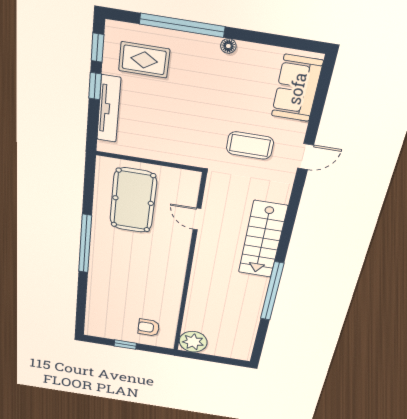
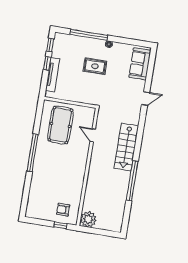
rug: (144, 60) -> (95, 66), moved
coffee table: (250, 145) -> (119, 93), removed
window: (125, 345) -> (60, 225), moved

